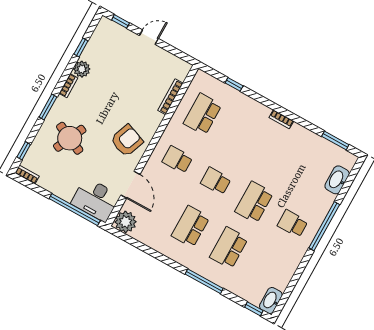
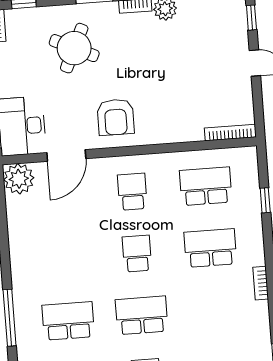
bookcase: (170, 97) -> (230, 133), moved
armchair: (127, 141) -> (116, 117), turned 69
school desk: (190, 227) -> (210, 248), moved

